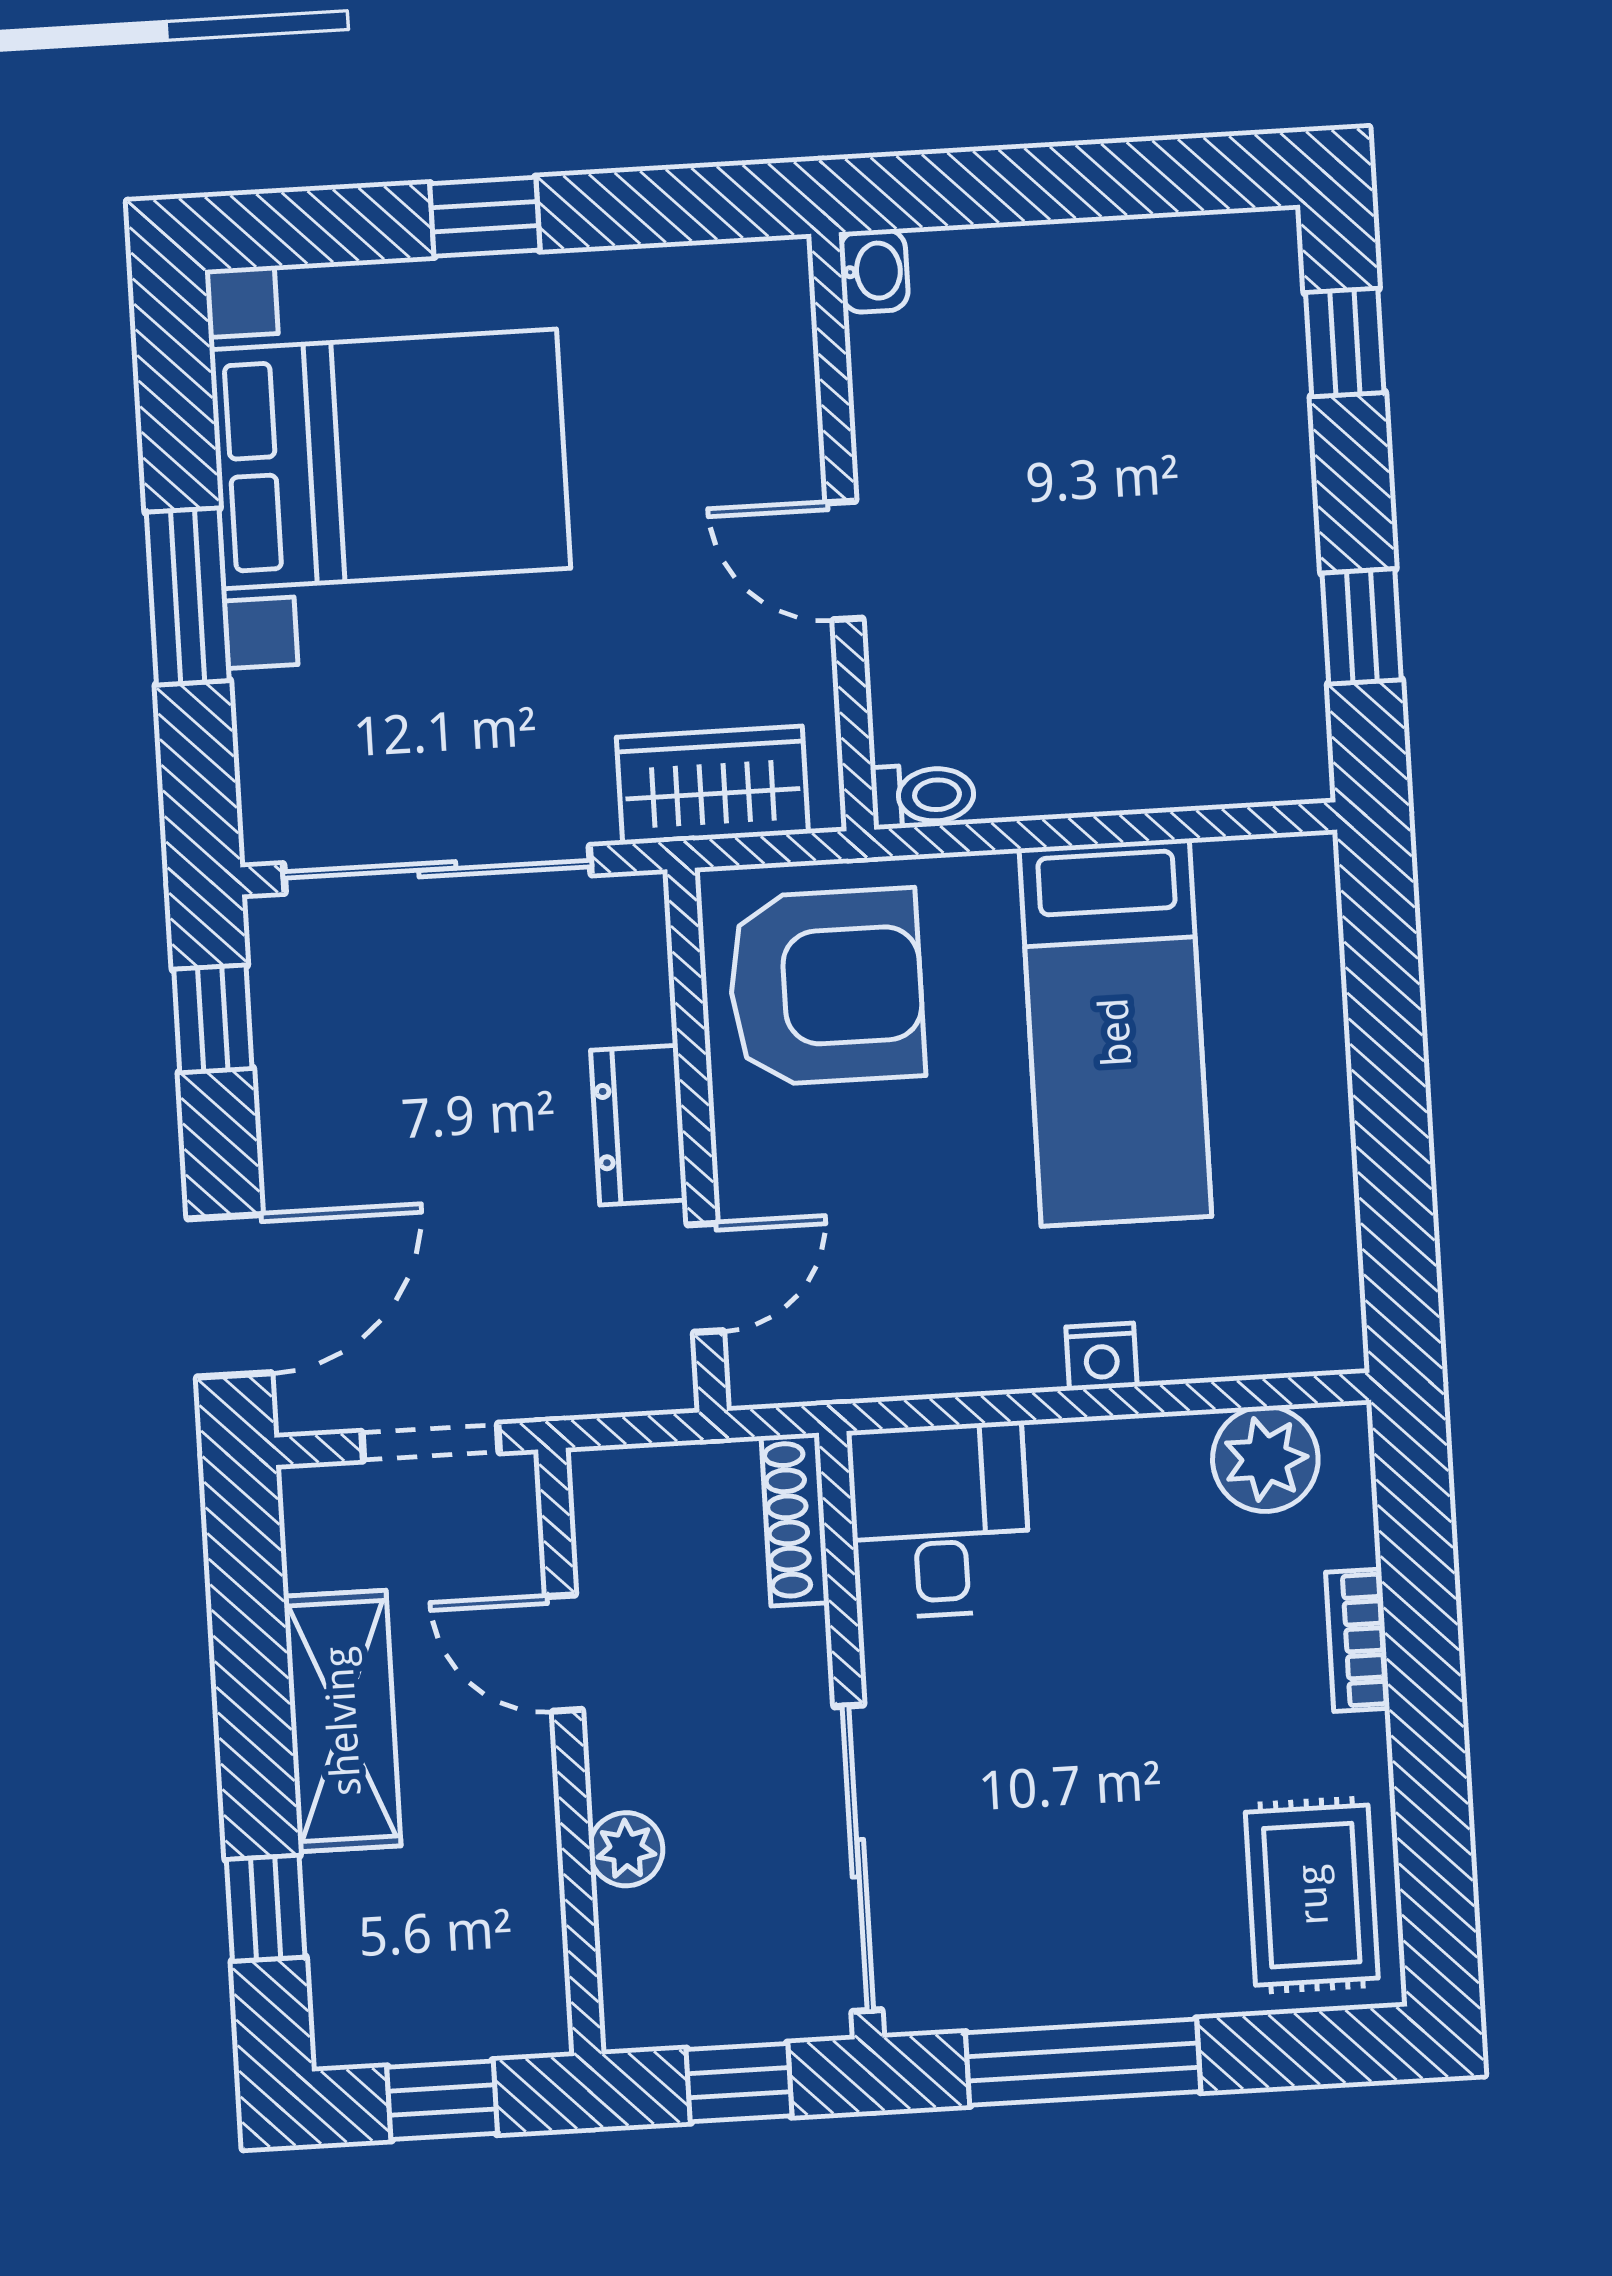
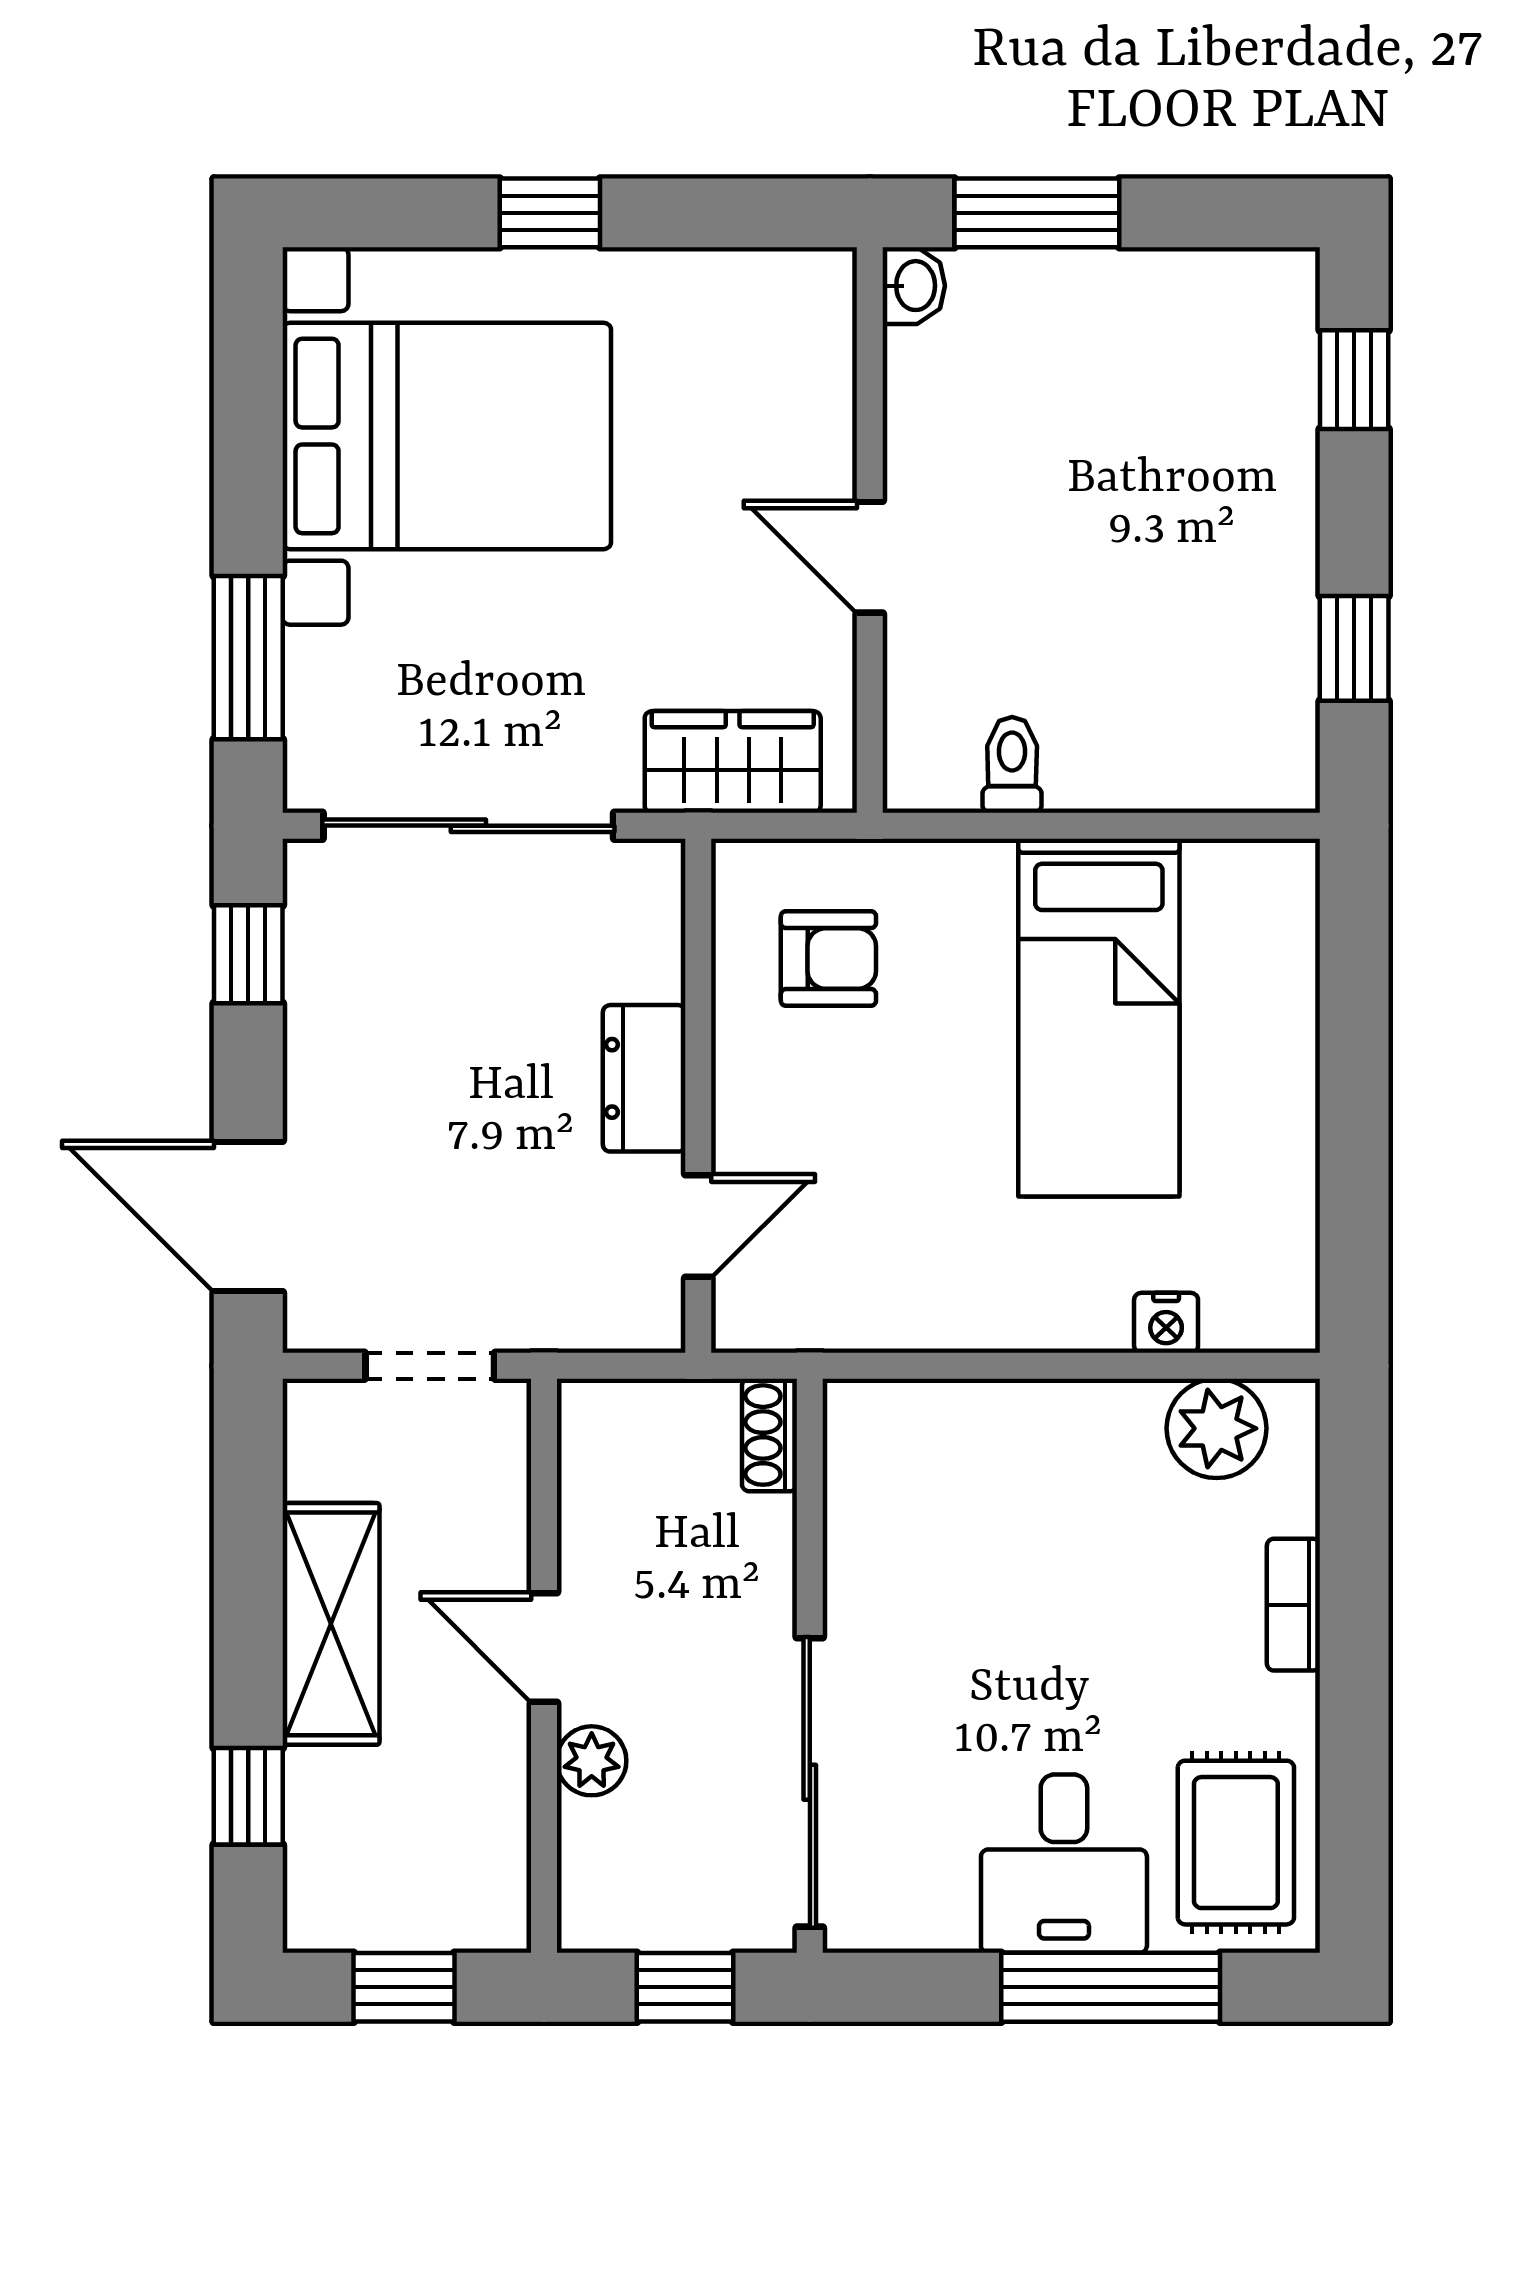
window: (999, 186) -> (1037, 213), added
window: (188, 596) -> (248, 658), moved
toilet: (923, 796) -> (1012, 765), moved, turned -90
armchair: (826, 987) -> (828, 959), width x0.53, depth x0.53
door: (229, 1296) -> (248, 1216), swing flipped
nightstand: (1101, 1357) -> (1166, 1323), moved
shoe rack: (795, 1519) -> (770, 1435), width x0.70
desk: (939, 1520) -> (1064, 1864), moved, turned 180
door: (564, 1653) -> (544, 1648), moved
window: (1083, 2062) -> (1111, 1987), moved

